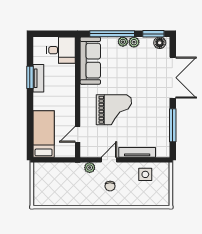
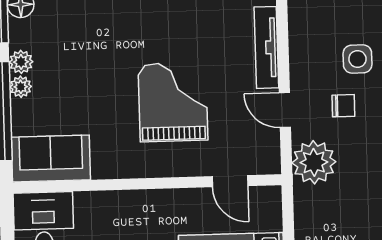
sofa: (90, 61) -> (51, 158), width x0.73
plant: (90, 168) -> (314, 162), width x1.88, depth x1.88
side table: (145, 174) -> (357, 59), moved

